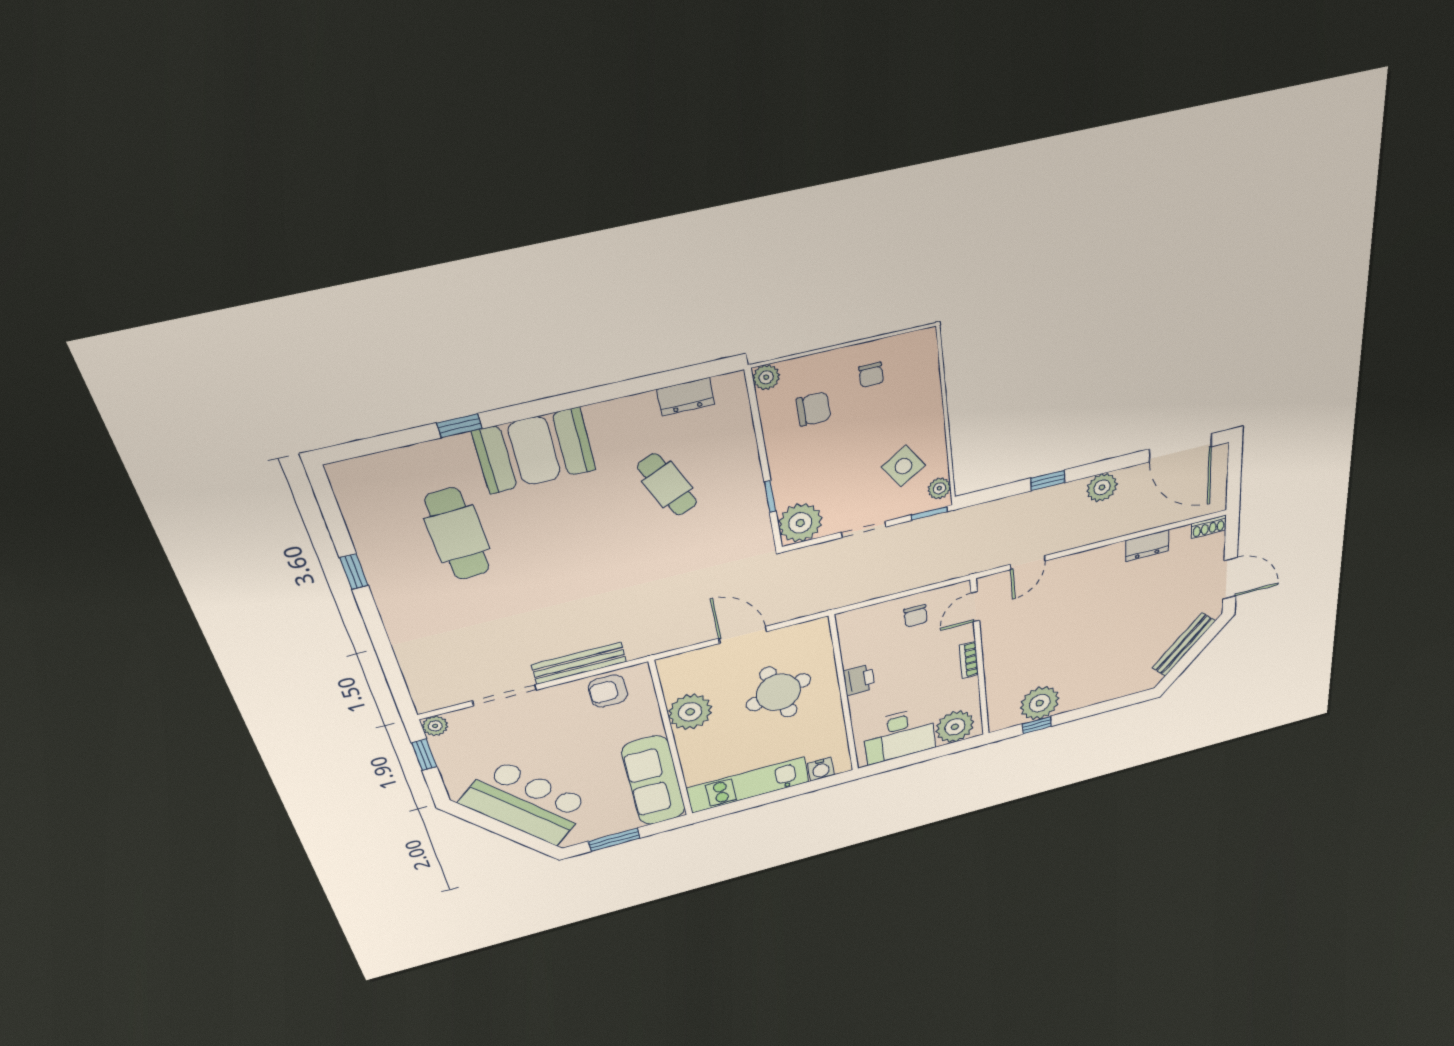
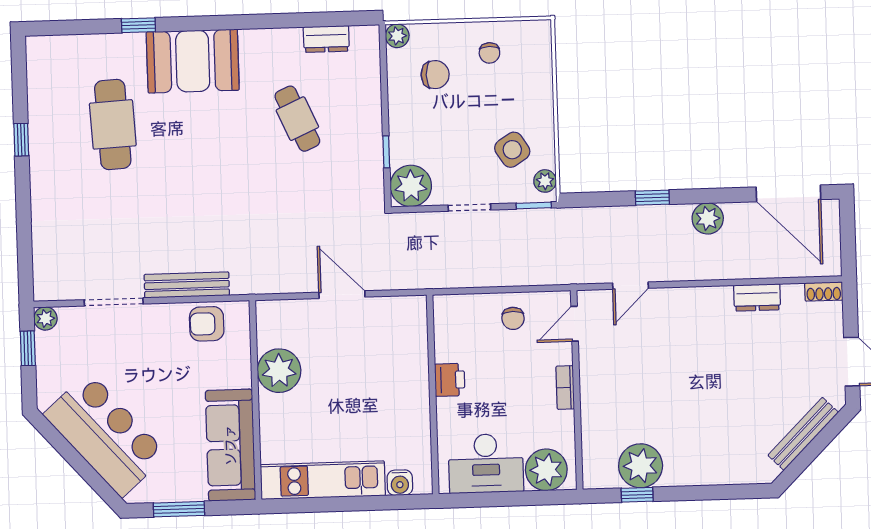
round table: (778, 692) -> (368, 372), removed

